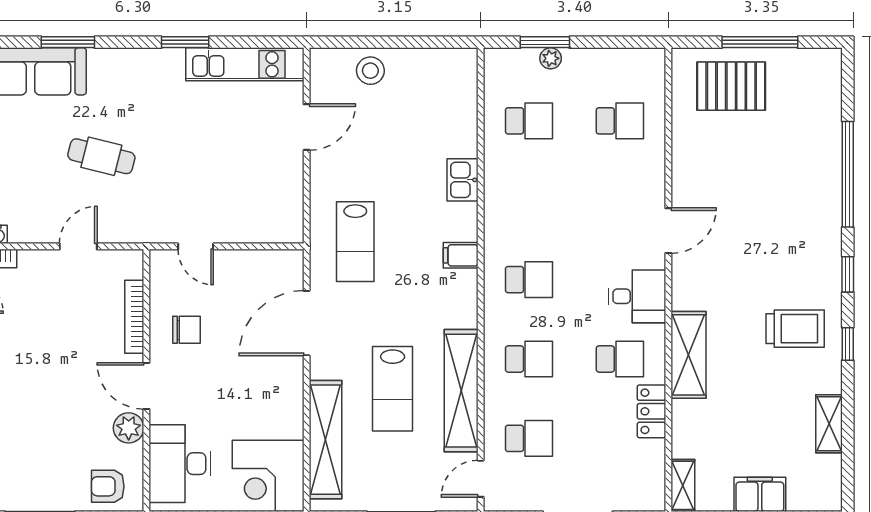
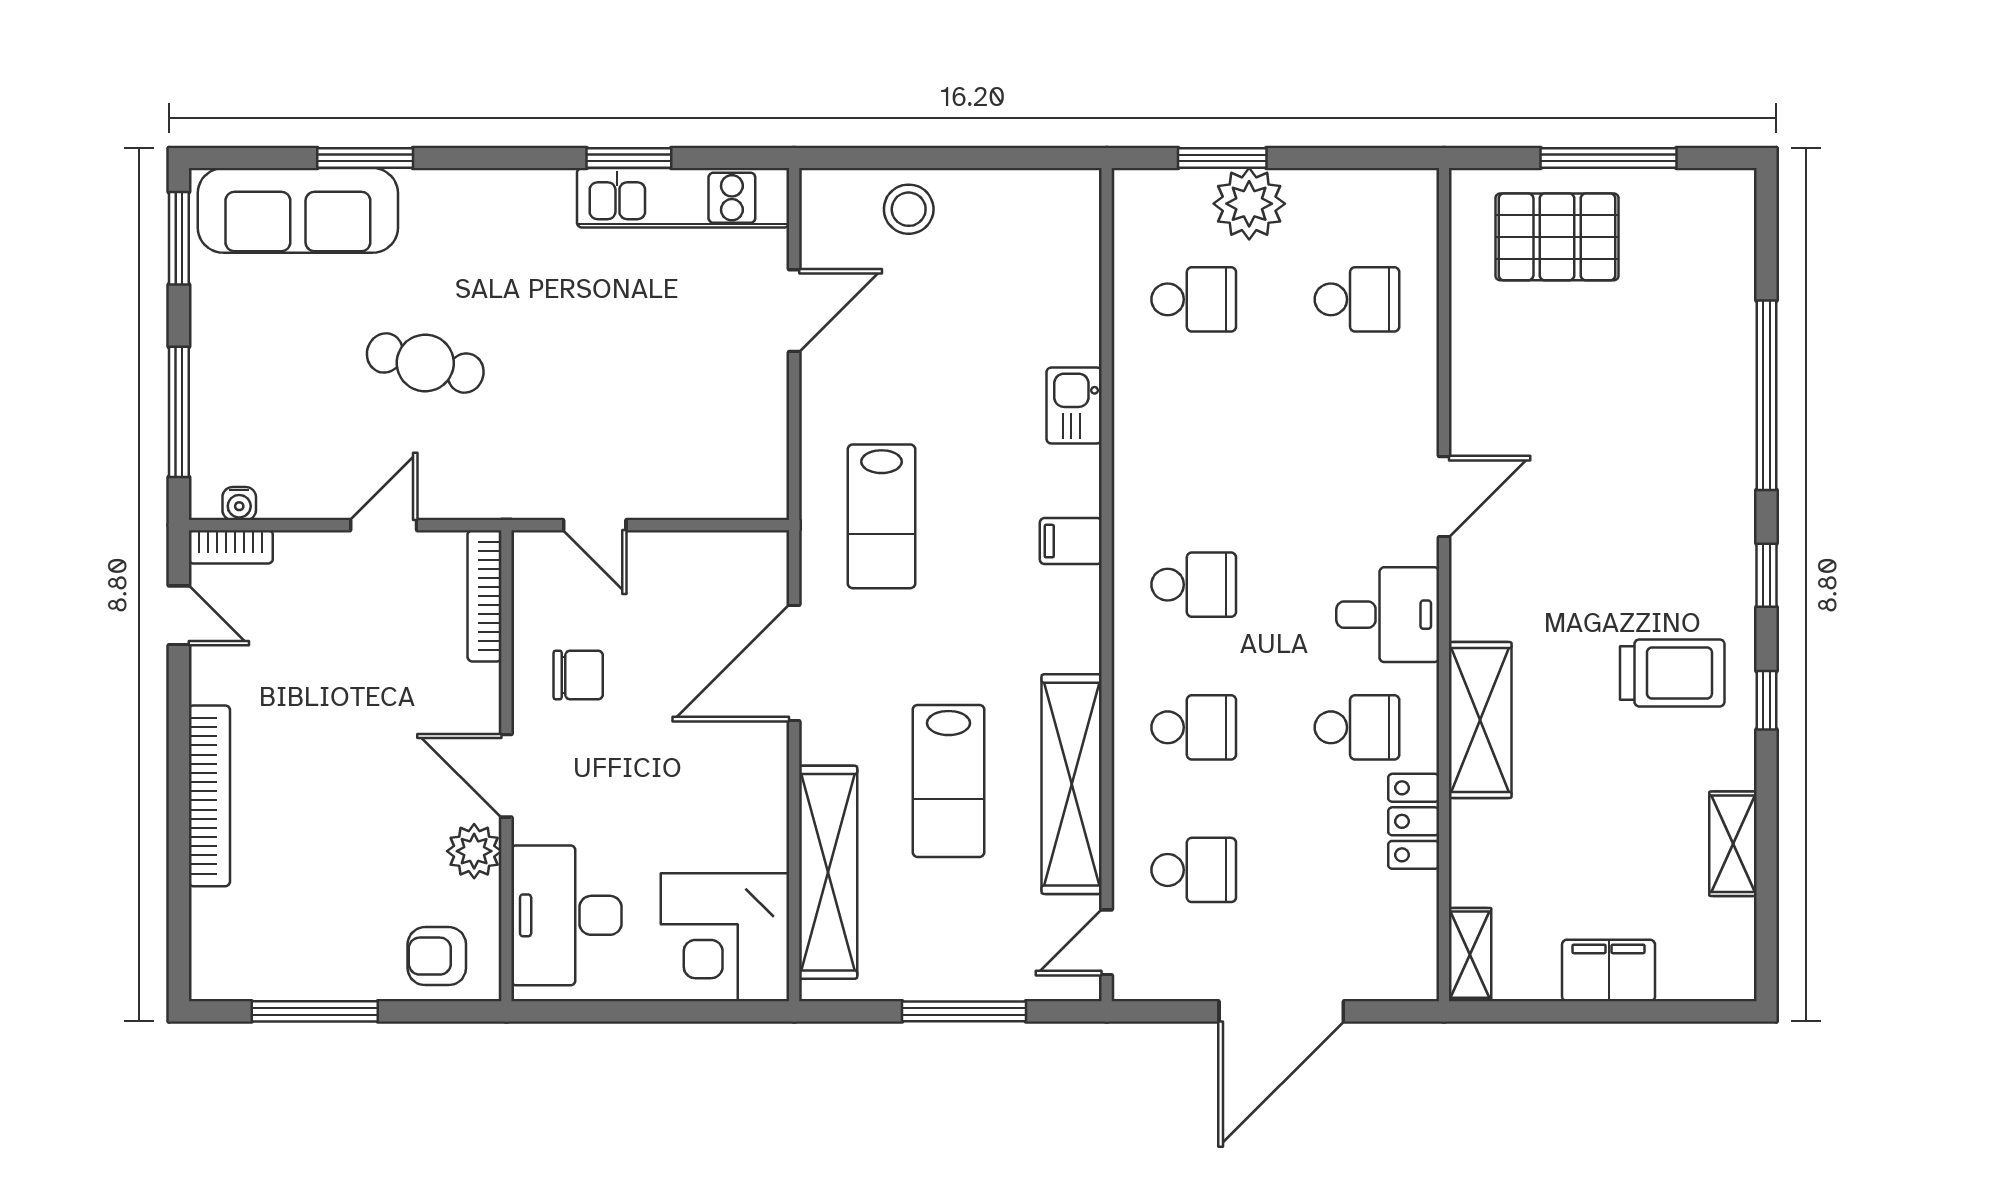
window: (185, 42) -> (629, 158), moved
plant: (551, 58) -> (1249, 204), width x1.88, depth x1.88
bookcase: (134, 317) -> (485, 596), moved

